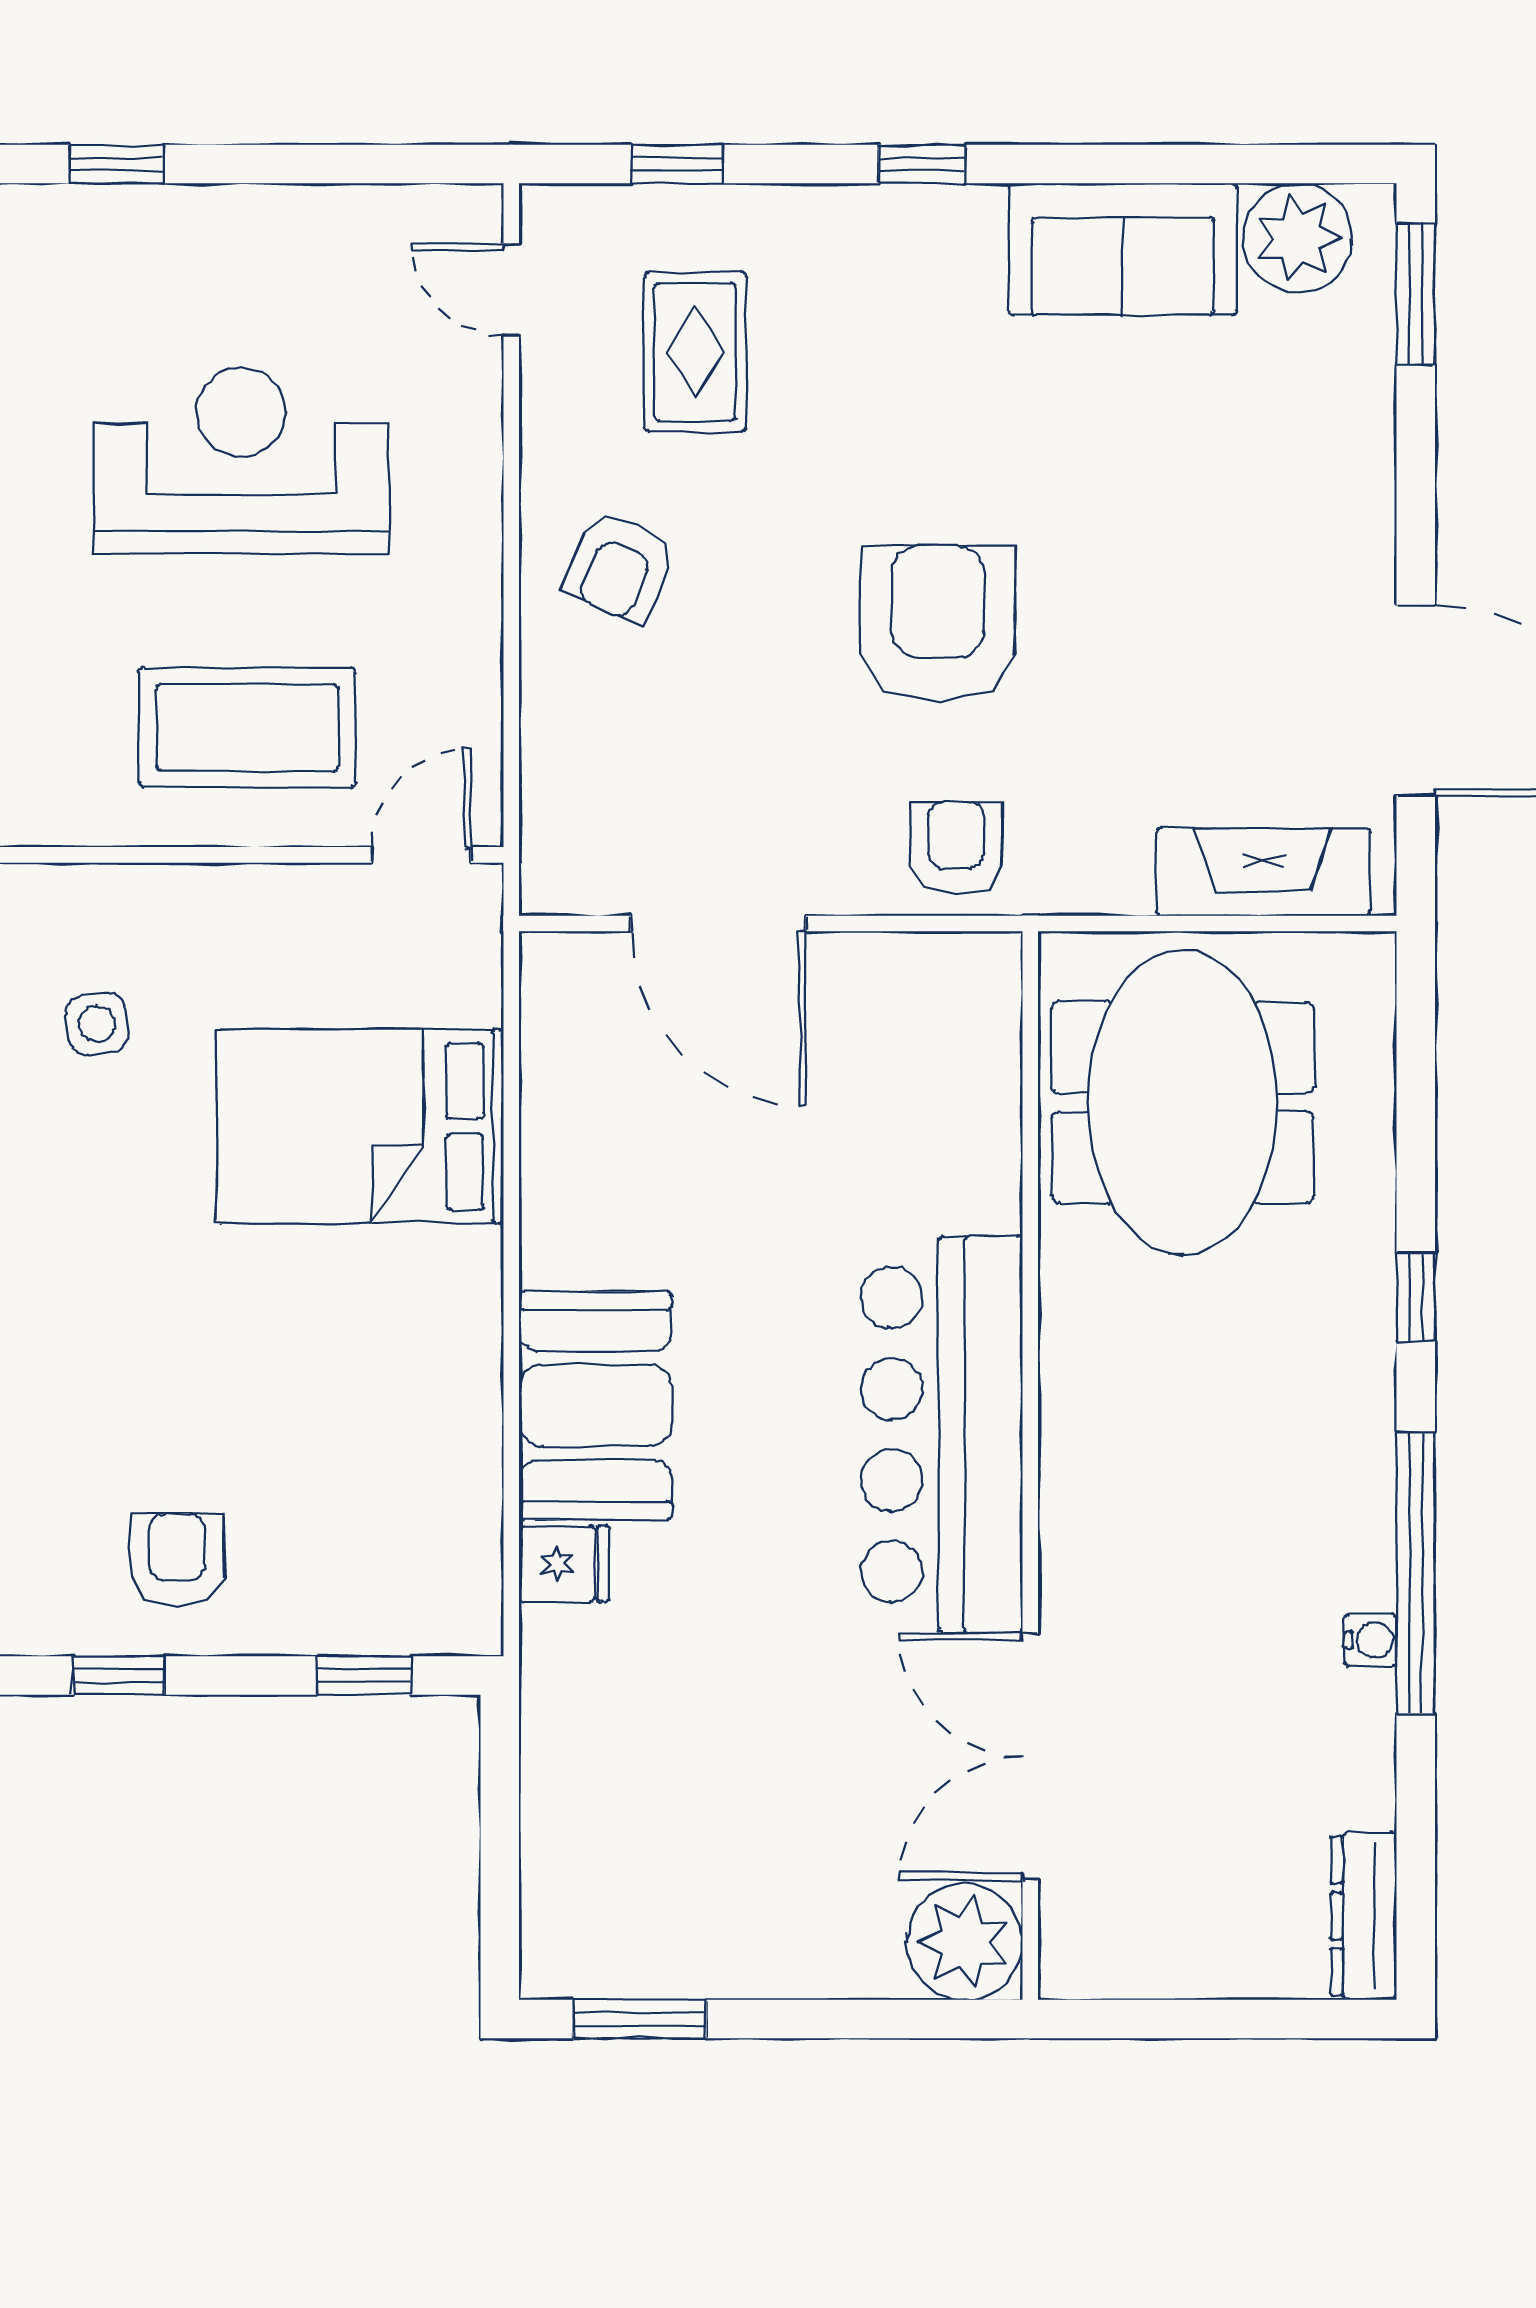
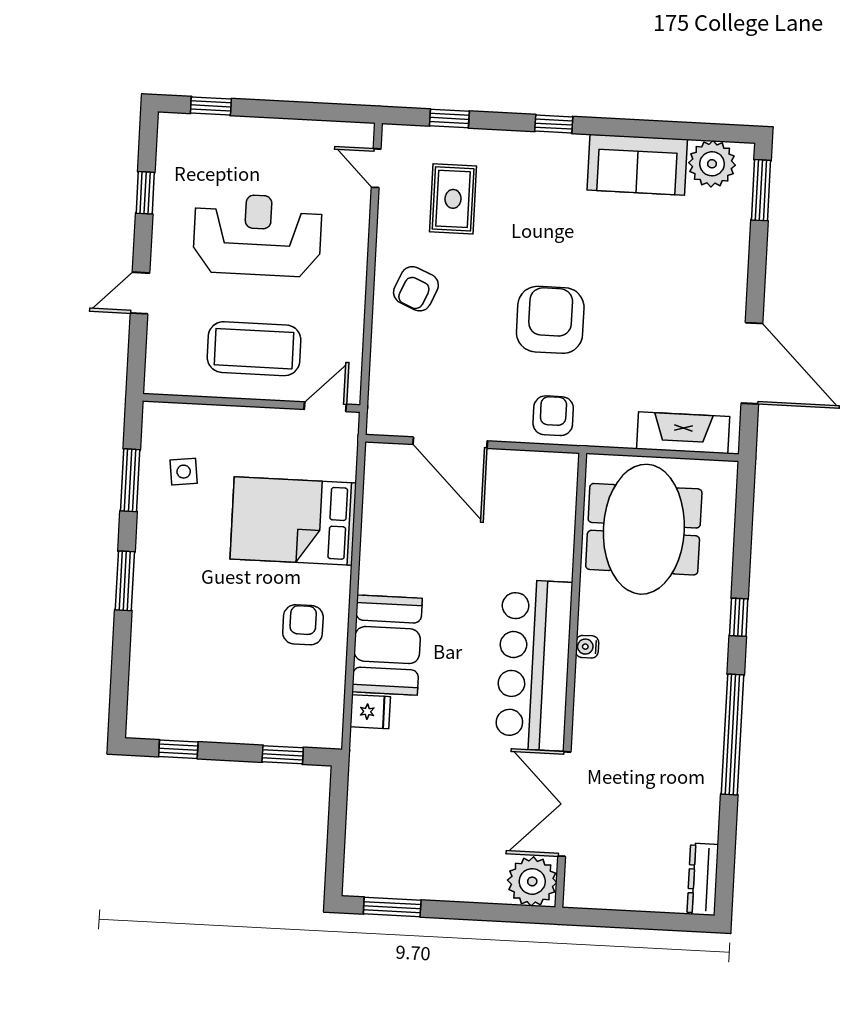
armchair: (177, 1560) -> (303, 625), moved
water cooler: (1370, 1640) -> (587, 647), moved, turned 180

